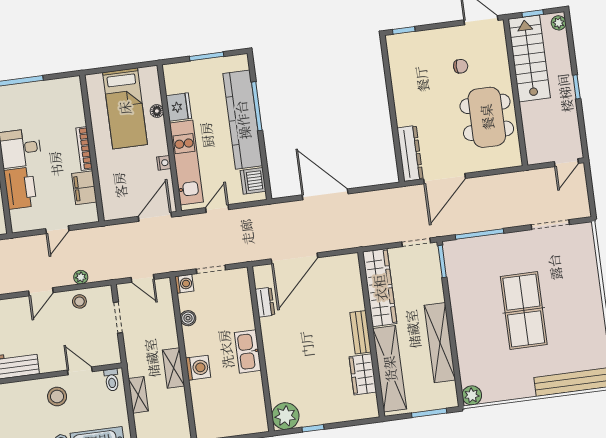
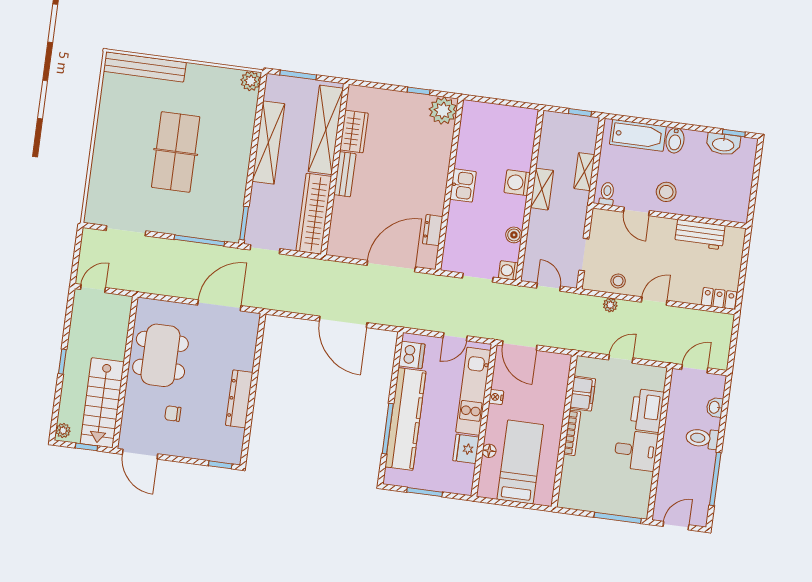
dresser: (410, 153) -> (239, 399), moved
door: (155, 217) -> (520, 345), hinge flipped
kitchen sink: (248, 351) -> (463, 185), width x0.73

